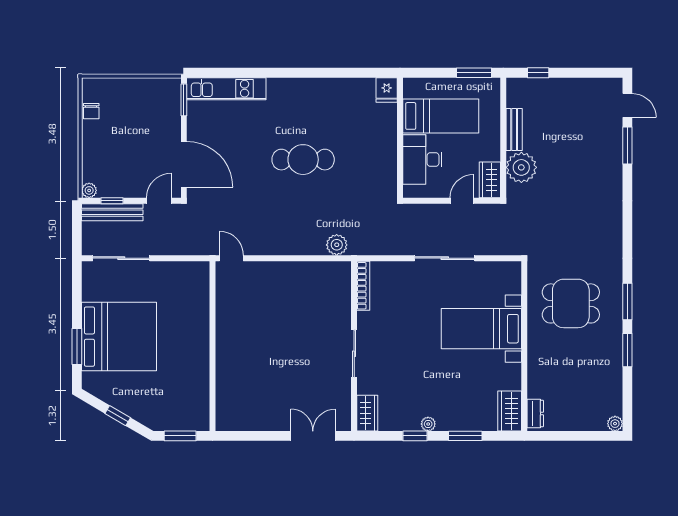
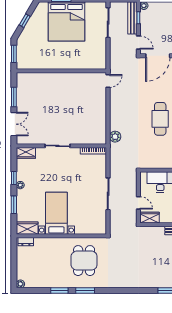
plant: (521, 167) -> (156, 234), removed
bed with nightstands: (481, 329) -> (56, 213), moved
window: (262, 436) -> (14, 97), added

